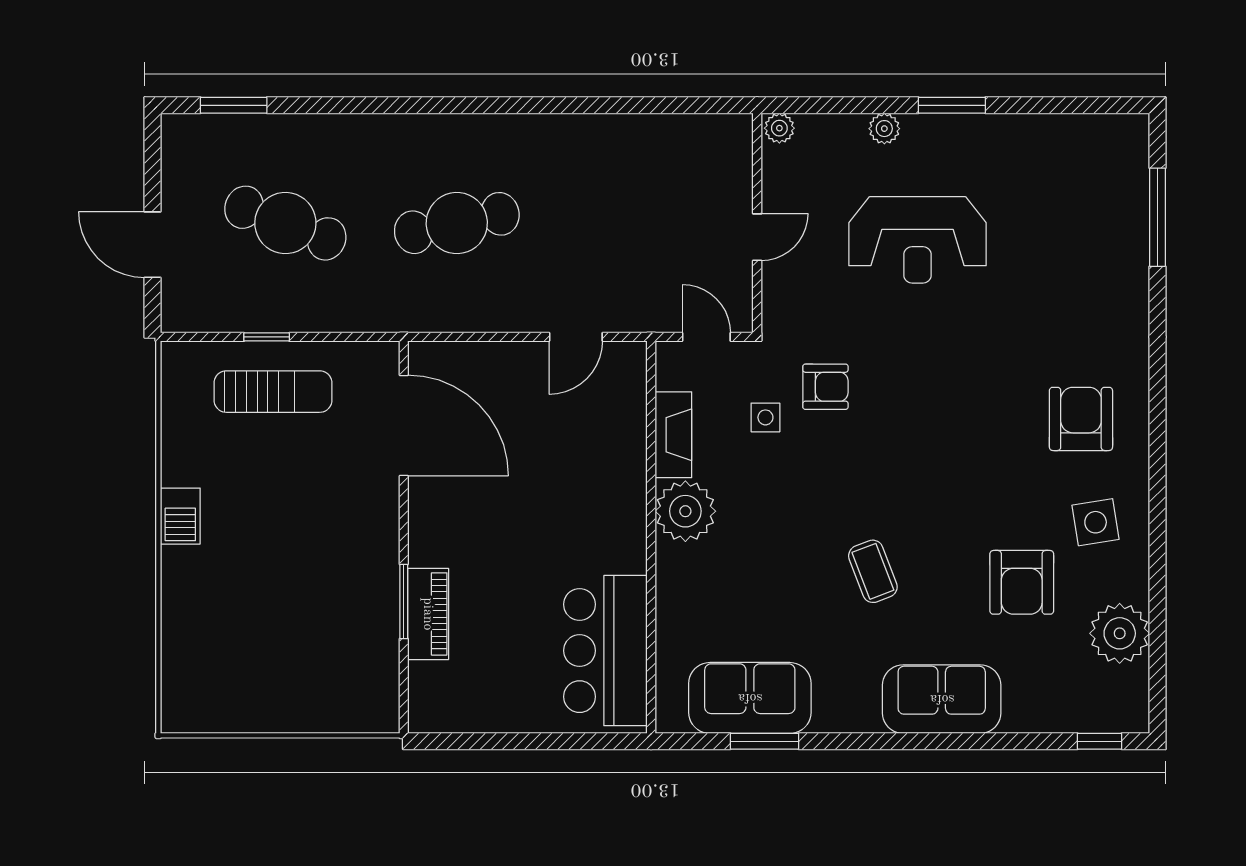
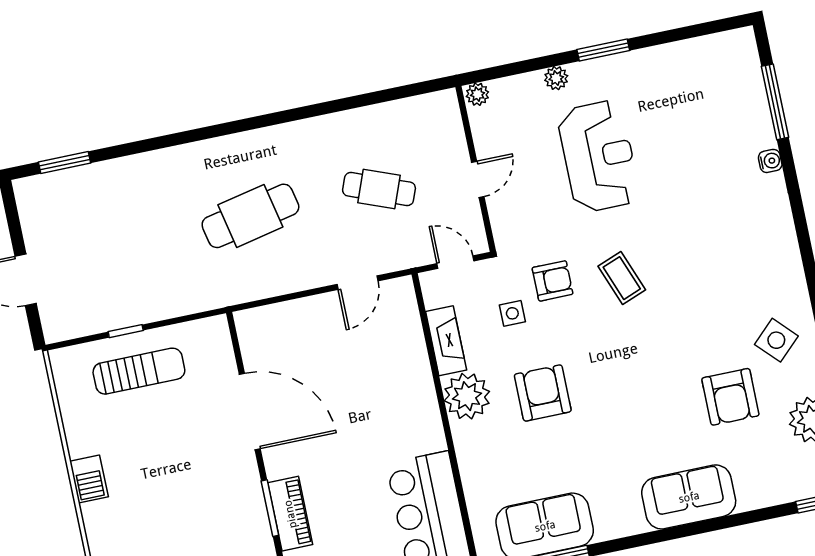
cafe table: (285, 223) -> (379, 189), moved, width x0.73, depth x0.74
reception desk: (918, 240) -> (599, 156), turned -90
water cooler: (1136, 292) -> (770, 161), added
armchair: (1081, 419) -> (543, 393), moved
door: (404, 425) -> (250, 412), moved
side table: (1096, 522) -> (776, 340), turned -35
coffee table: (873, 571) -> (622, 278), moved

